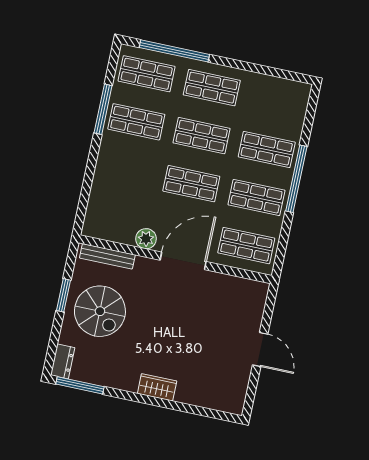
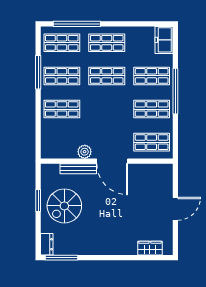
freezer: (296, 101) -> (164, 40), added
shop shelf: (191, 184) -> (62, 109), moved
bench: (107, 256) -> (78, 169), moved
door: (183, 261) -> (112, 161), swing flipped
spiral stairs: (100, 311) -> (64, 206), turned 90
door: (260, 349) -> (175, 209), hinge flipped
wardrobe: (157, 387) -> (150, 248), moved

